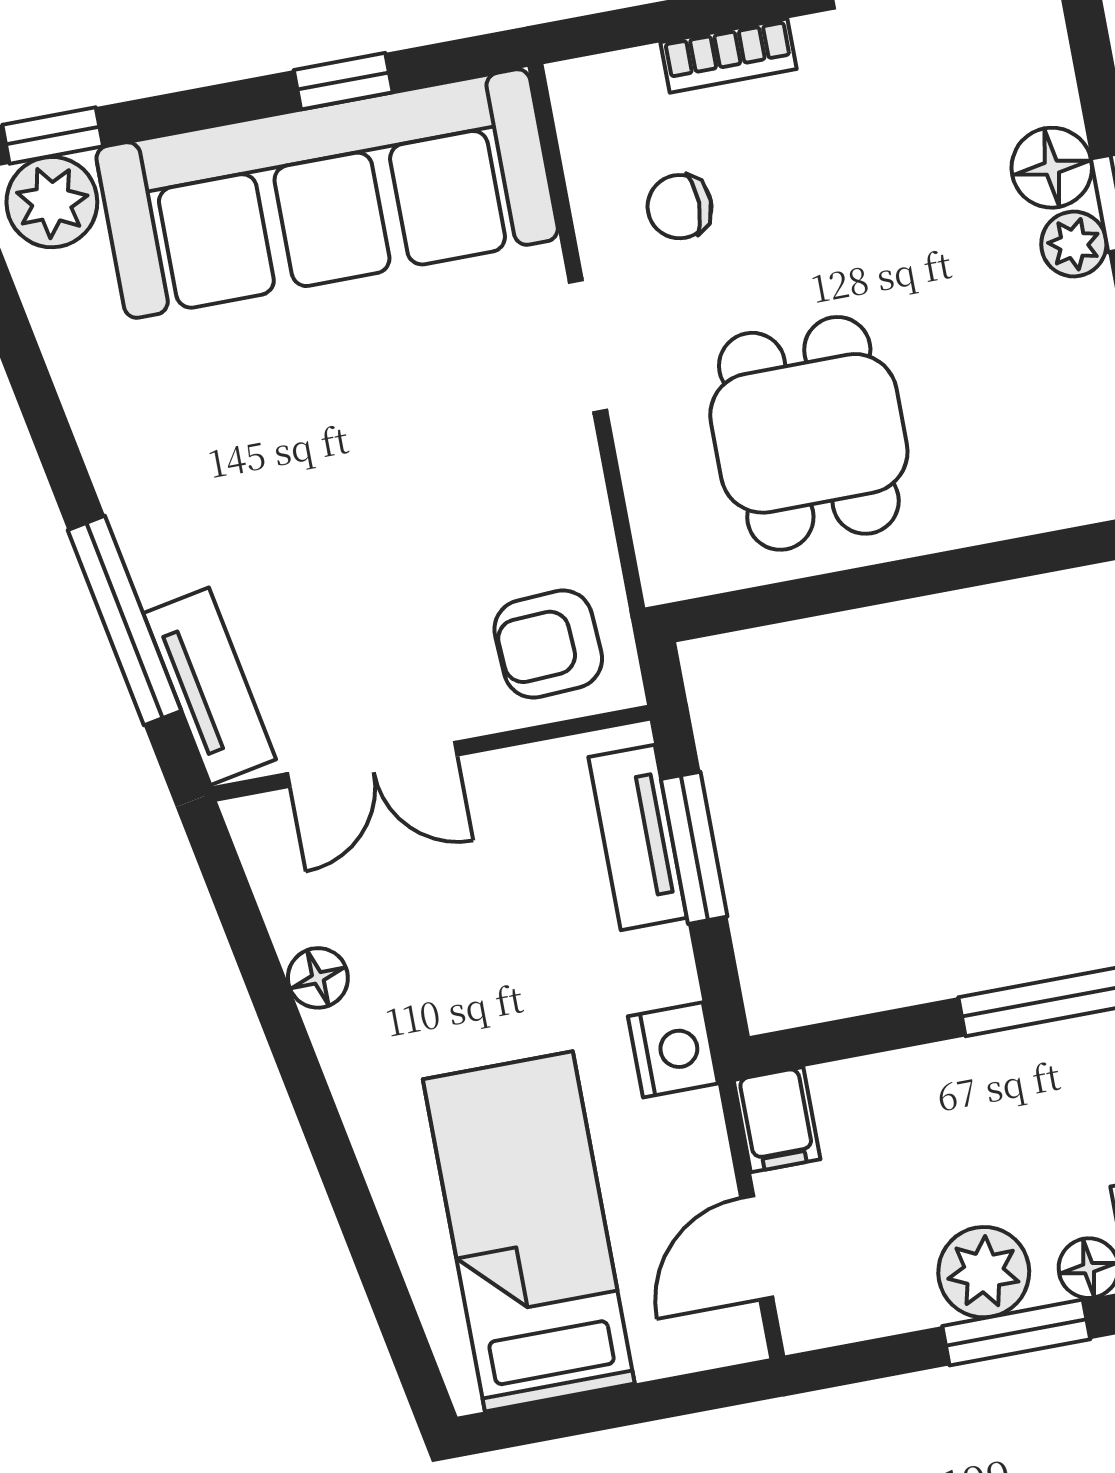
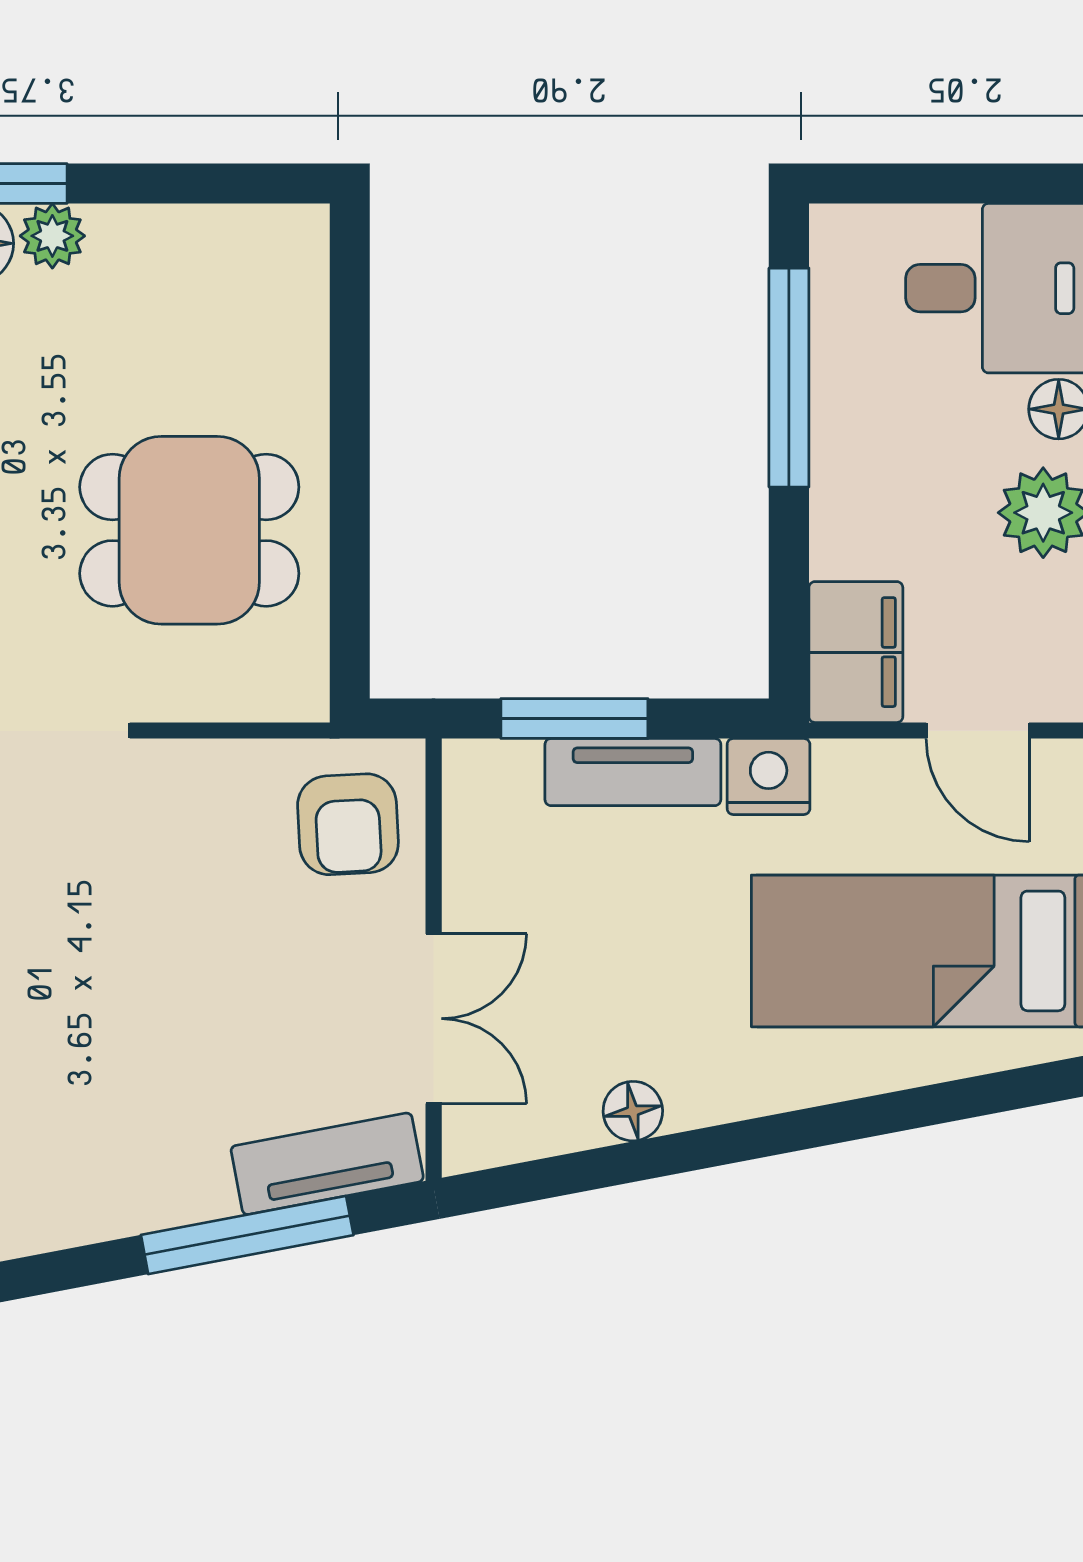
tv unit: (638, 837) -> (633, 772), moved
filing cabinet: (777, 1120) -> (856, 652), width x2.00

